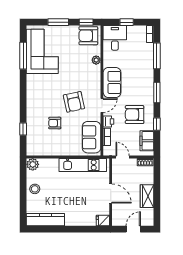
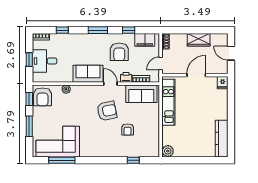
desk: (115, 38) -> (45, 61), moved
window: (157, 56) -> (62, 30), width x0.46
stool: (35, 189) -> (192, 149), removed

